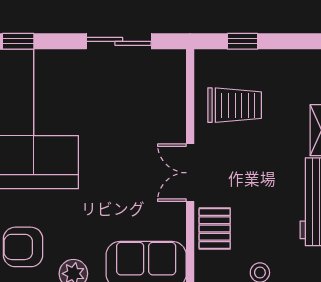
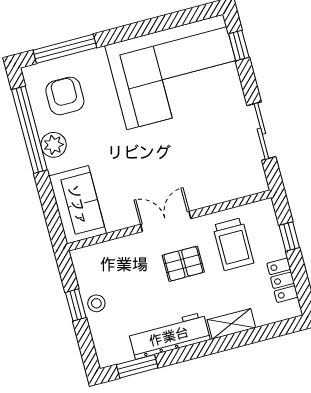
locker: (289, 62) -> (282, 280), added
pallet: (215, 229) -> (183, 264), moved

